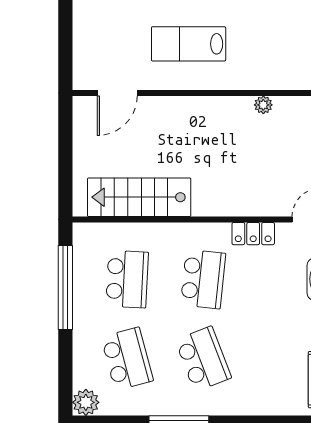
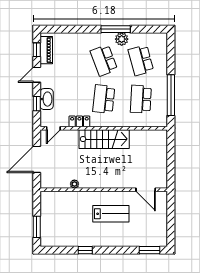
door: (117, 93) -> (146, 190), swing flipped
stairs: (139, 197) -> (104, 139), moved
plant: (86, 402) -> (122, 39), moved

